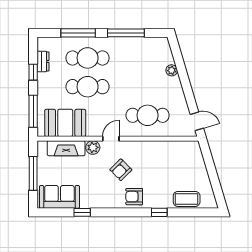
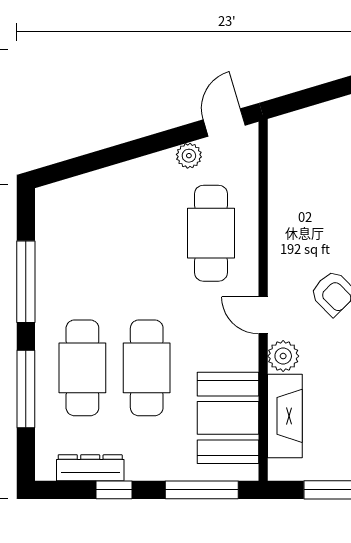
dresser: (43, 61) -> (90, 468), width x1.44
plant: (172, 70) -> (189, 156), moved

